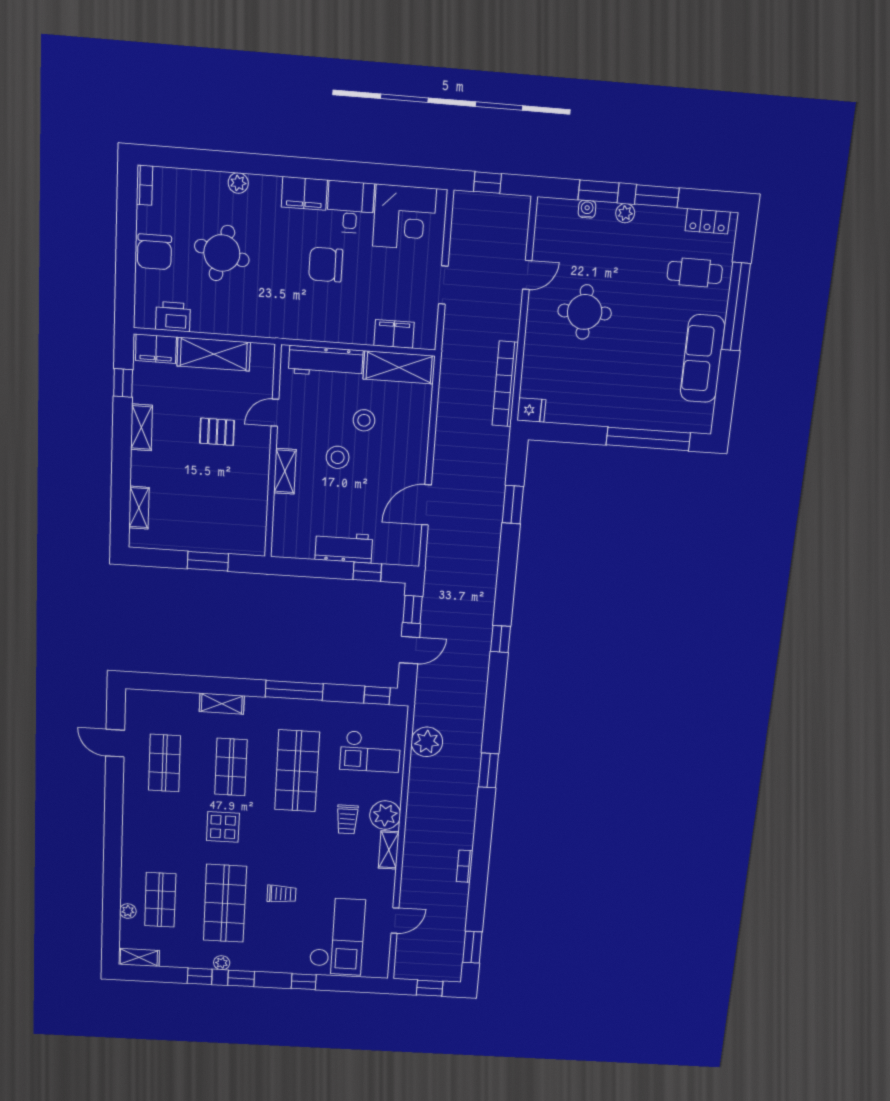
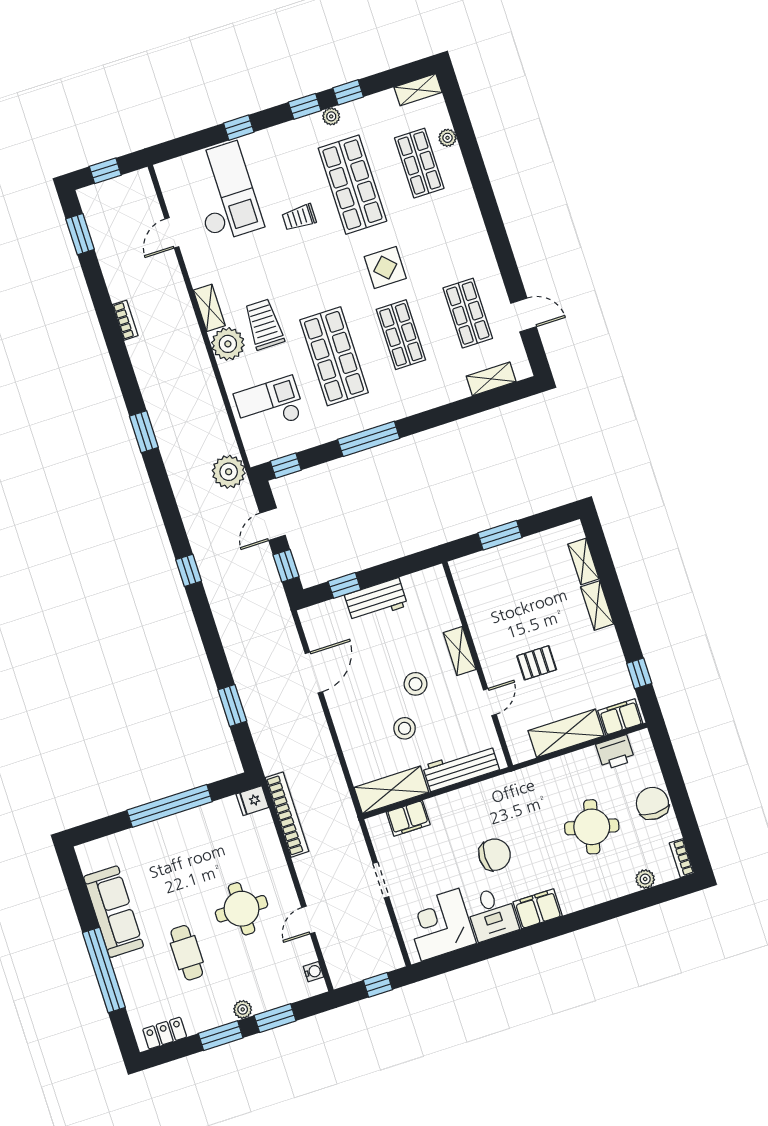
plant: (238, 183) -> (645, 879), moved
water cooler: (587, 209) -> (313, 972), moved, turned -90
cafe table: (695, 272) -> (187, 953), moved, turned 90
shelving: (142, 427) -> (597, 605), moved
window: (648, 439) -> (170, 806), moved
shelving: (222, 704) -> (491, 379), moved
plant: (427, 742) -> (229, 472), moved
trolley: (347, 819) -> (264, 324), width x1.36, depth x1.39
checkout: (337, 936) -> (224, 192), turned 180

